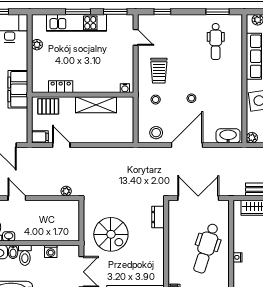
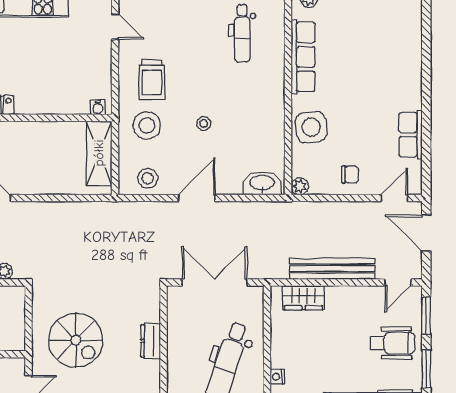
stool: (156, 100) -> (147, 126), width x1.89, depth x1.89
shelving: (96, 105) -> (99, 153), moved, turned 90
door: (187, 145) -> (197, 198), width x0.73
dresser: (158, 217) -> (151, 341), moved

